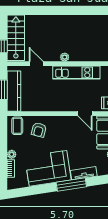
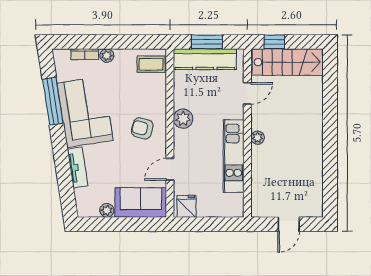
plant: (52, 105) -> (183, 119), added
armchair: (39, 130) -> (142, 128), moved
window: (71, 185) -> (53, 101), moved

